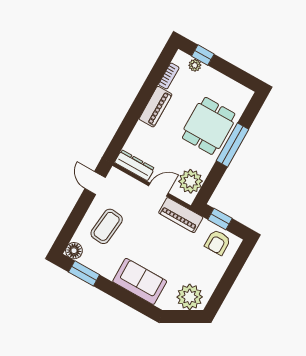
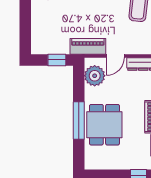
plant: (195, 65) -> (140, 164), removed
armchair: (218, 242) -> (49, 42), removed

